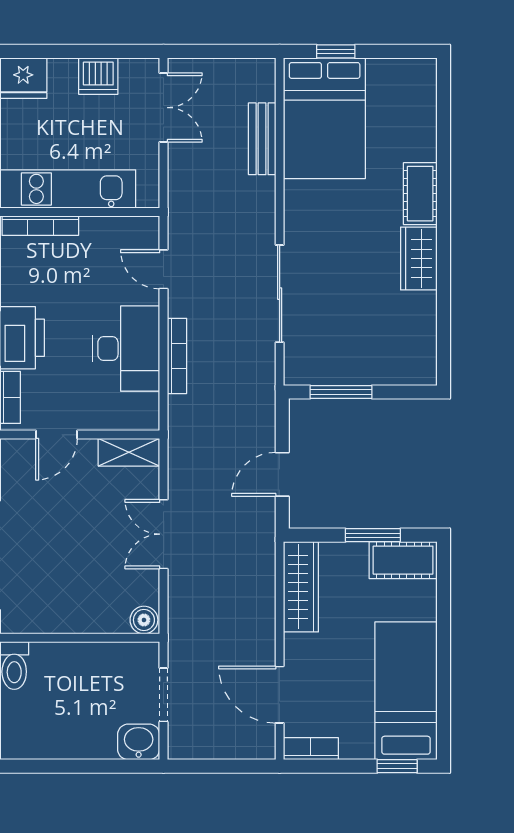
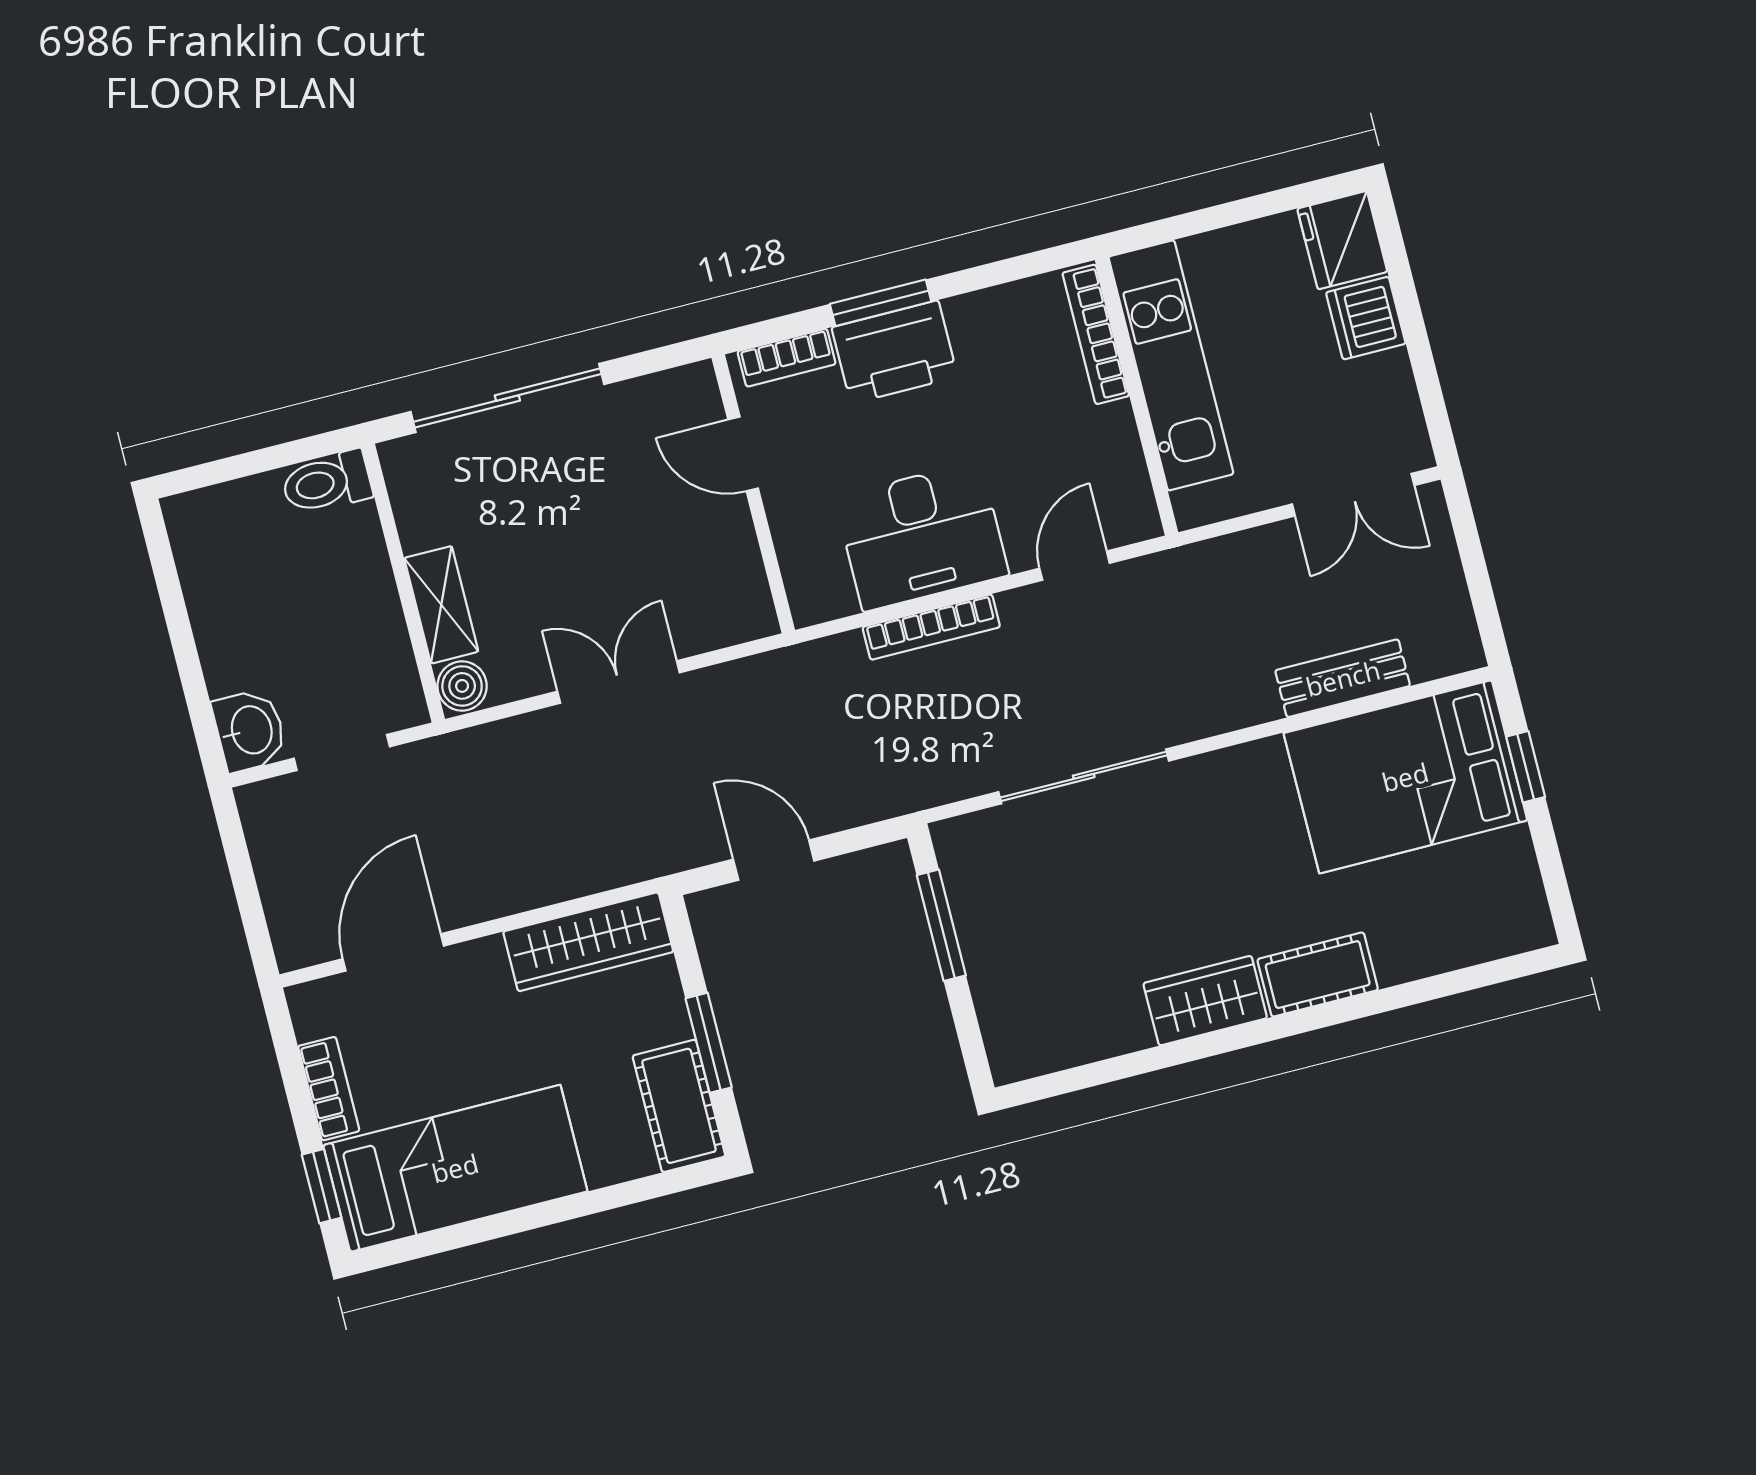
dishwasher: (98, 76) -> (1366, 318), moved
shelving: (129, 452) -> (441, 605), moved
bookcase: (311, 749) -> (329, 1089), moved

